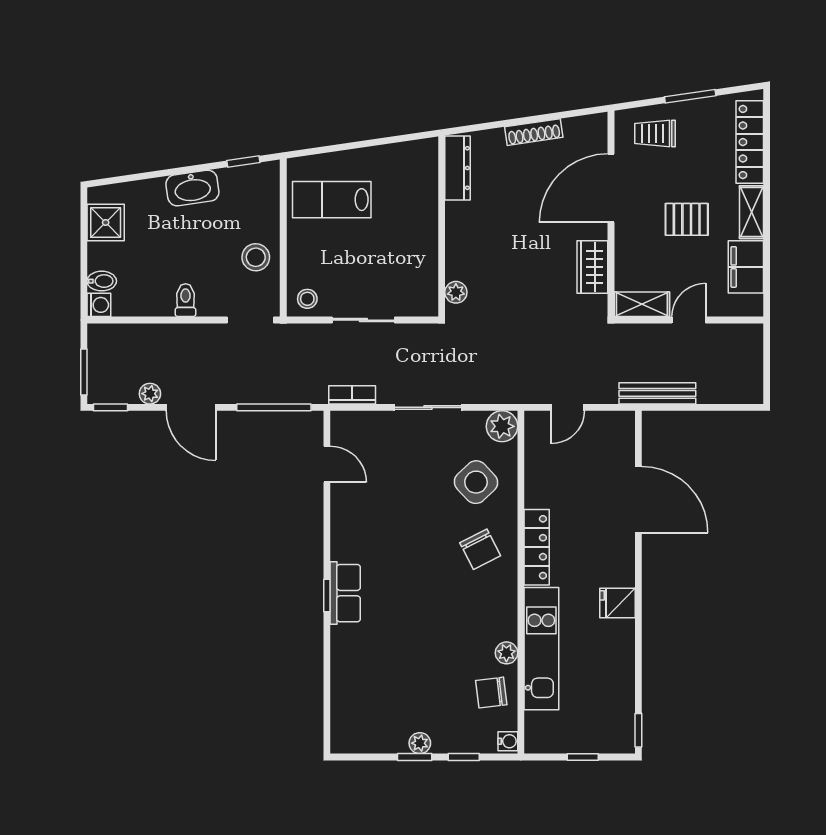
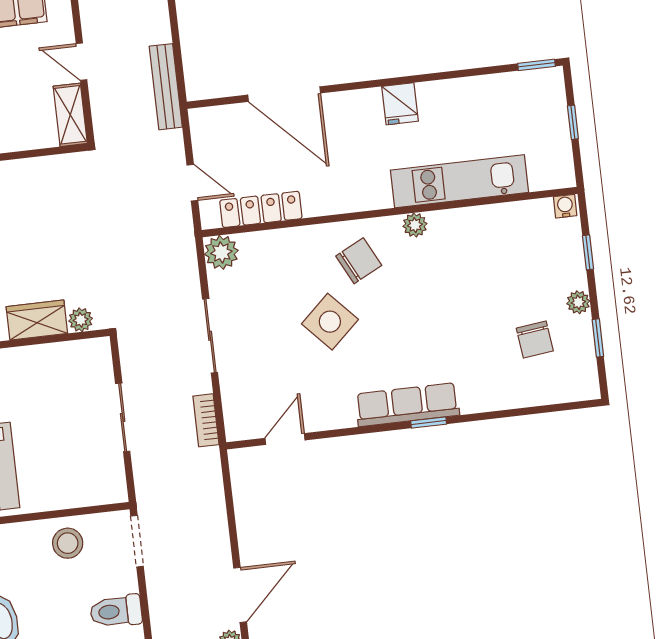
wardrobe: (592, 267) -> (37, 320), moved, turned 180
stool: (307, 299) -> (107, 482), removed
toilet: (186, 300) -> (116, 611), width x1.37, depth x1.39
window: (274, 407) -> (230, 504), removed
side table: (476, 482) -> (330, 322), moved
door: (638, 499) -> (284, 94), swing flipped
locker: (537, 547) -> (261, 209), moved
row of seats: (345, 593) -> (407, 405), width x1.48
plant: (506, 653) -> (415, 225), moved
chair: (491, 693) -> (535, 340), moved
window: (415, 757) -> (598, 338), moved

